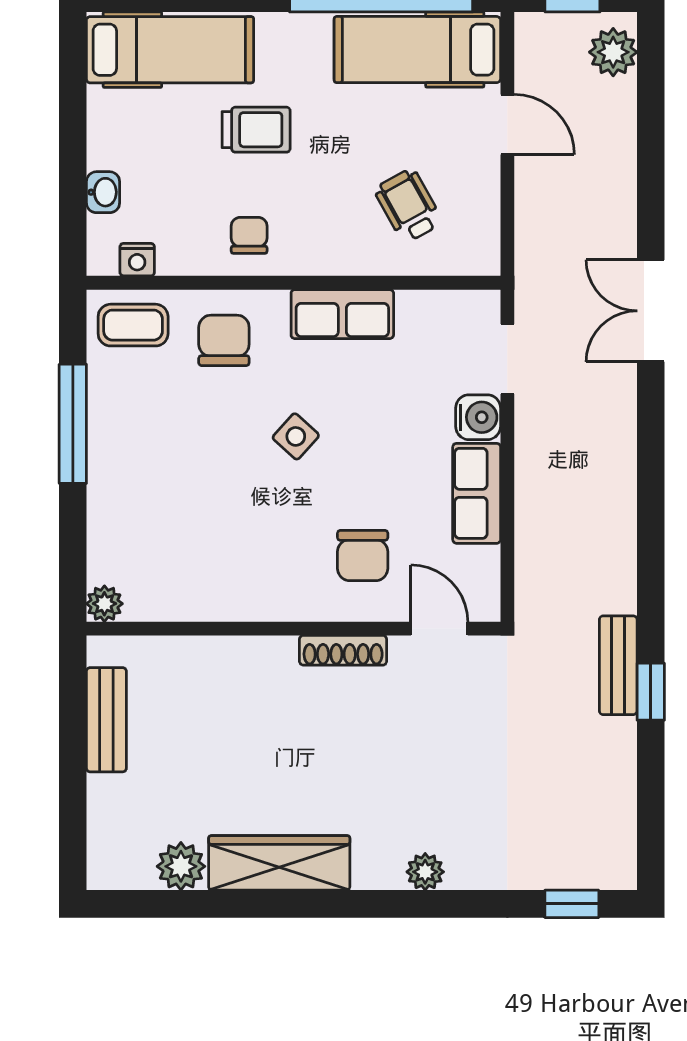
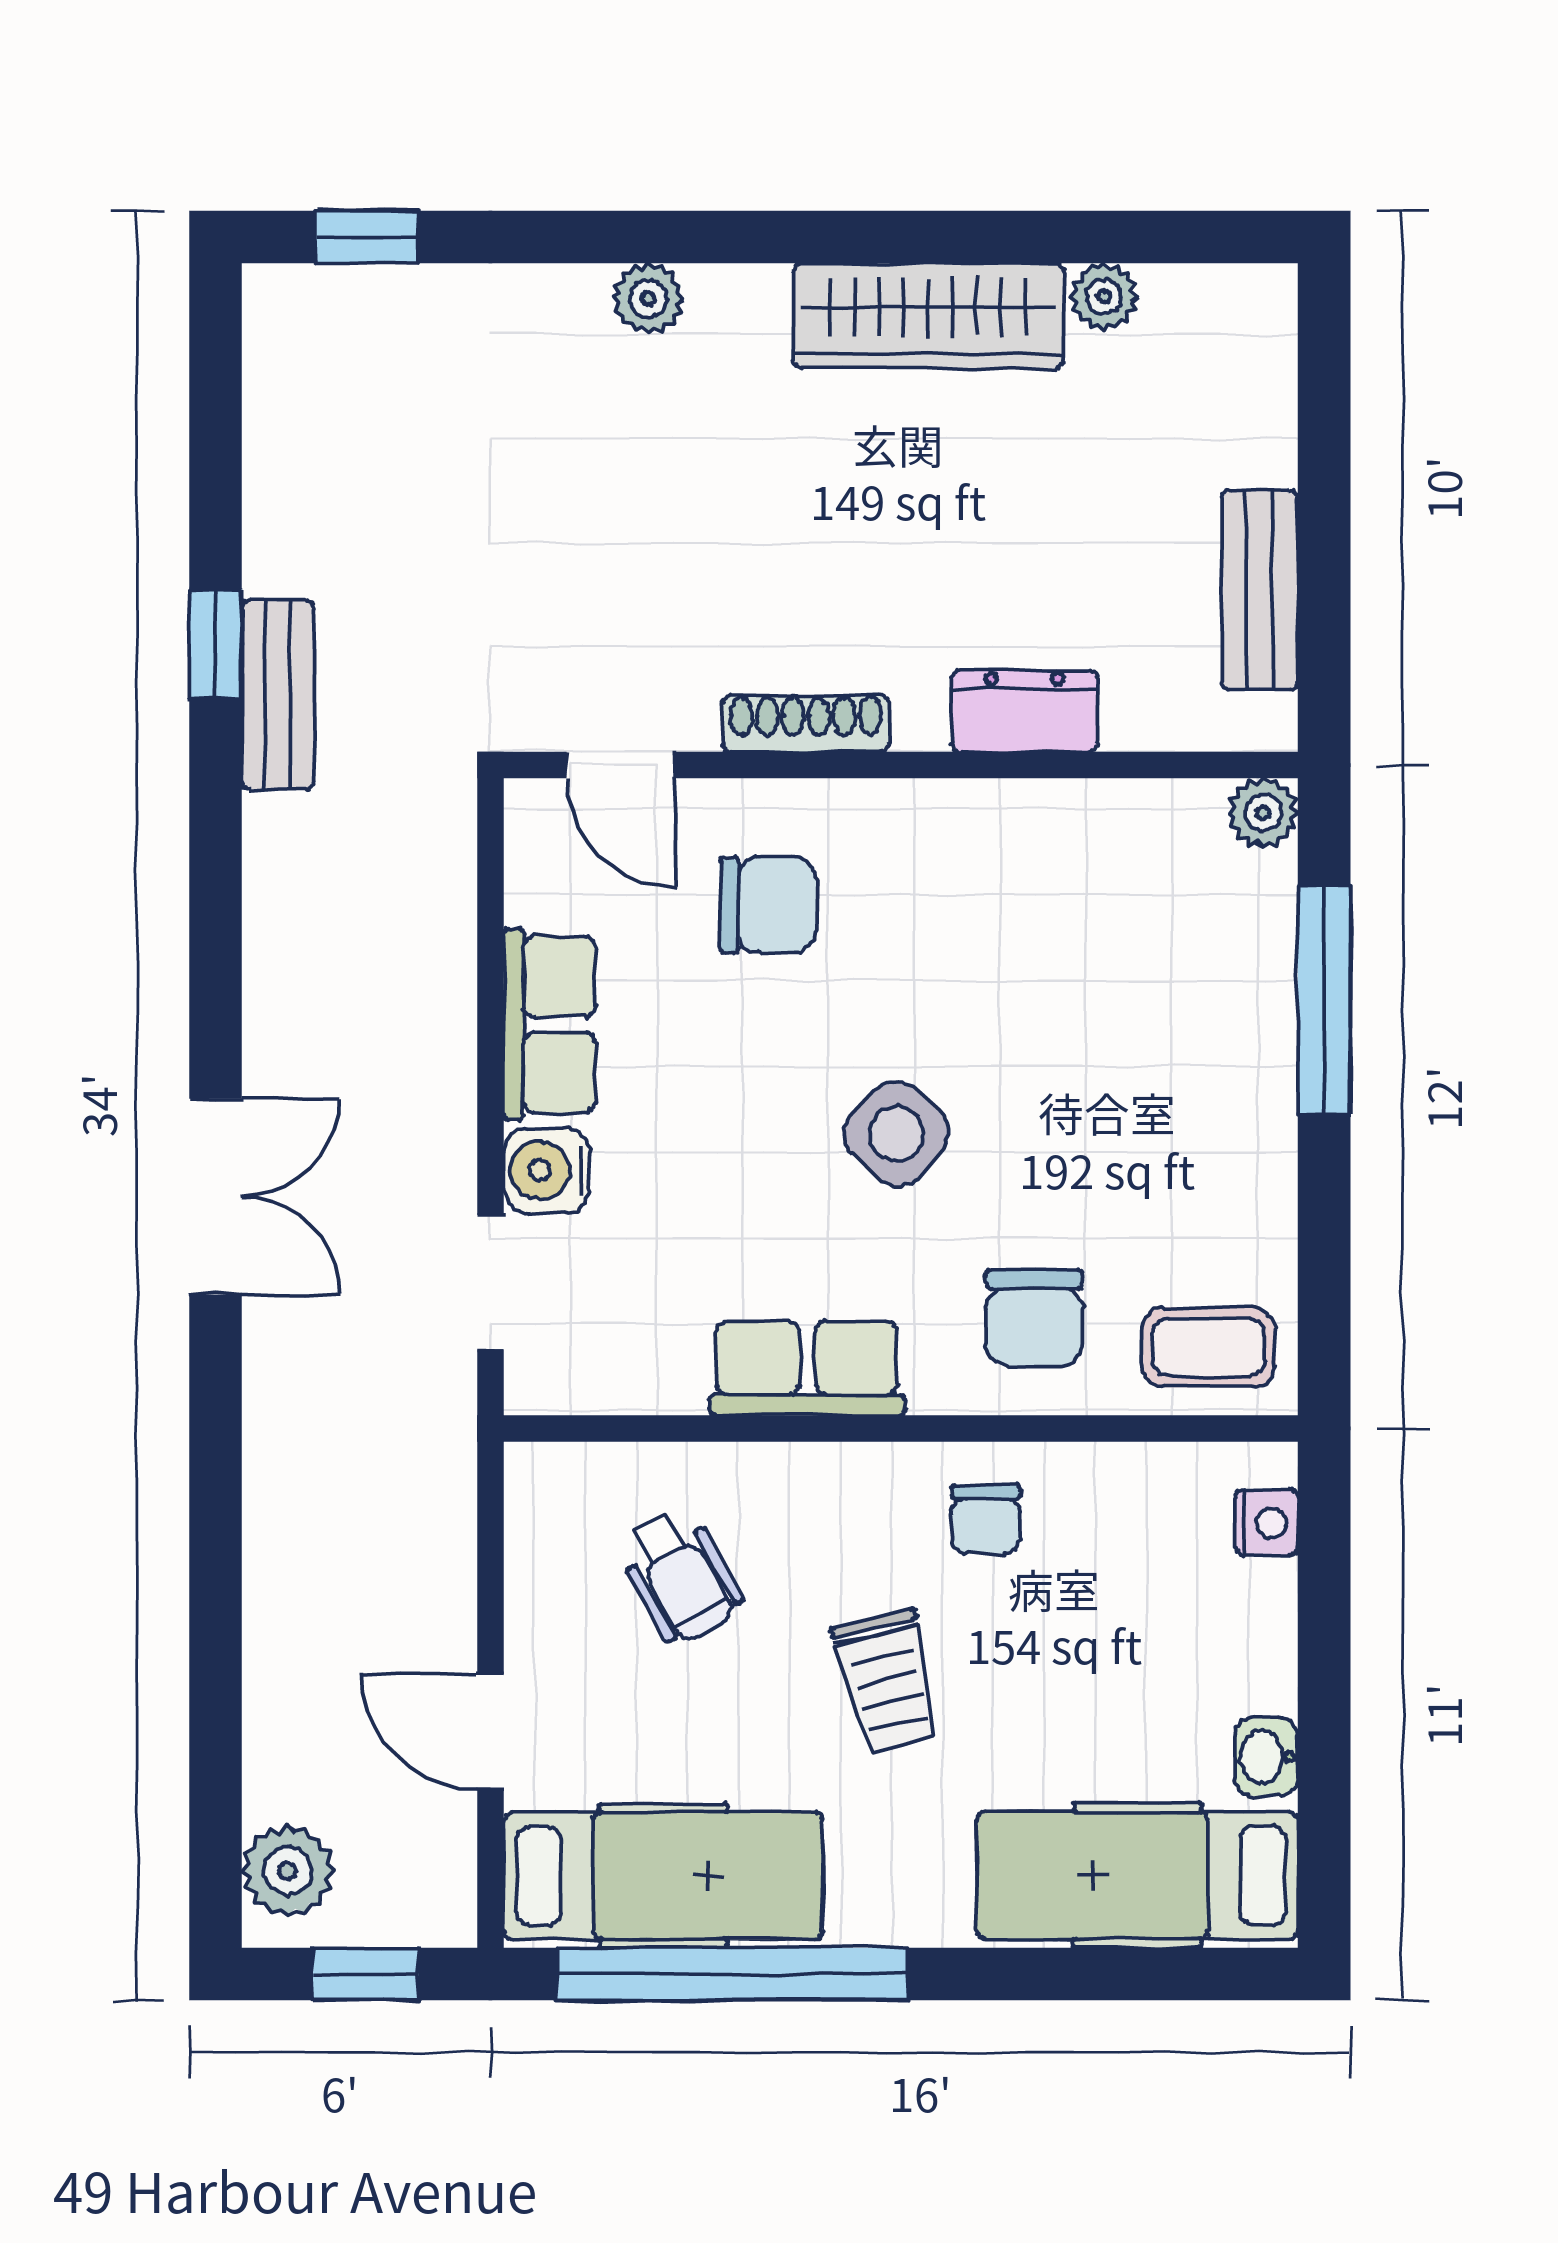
trolley: (256, 130) -> (887, 1682), moved, turned -104
washbasin: (103, 192) -> (1266, 1757), moved
nightstand: (137, 260) -> (1267, 1523), moved, turned 90
double door: (651, 311) -> (216, 1197), moved
window: (73, 424) -> (1324, 1000), moved
side table: (296, 436) -> (896, 1134), width x1.37, depth x1.37
chair: (363, 556) -> (768, 905), turned 90
dresser: (229, 657) -> (1024, 711), added
plant: (181, 866) -> (1104, 297), width x0.73, depth x0.73

